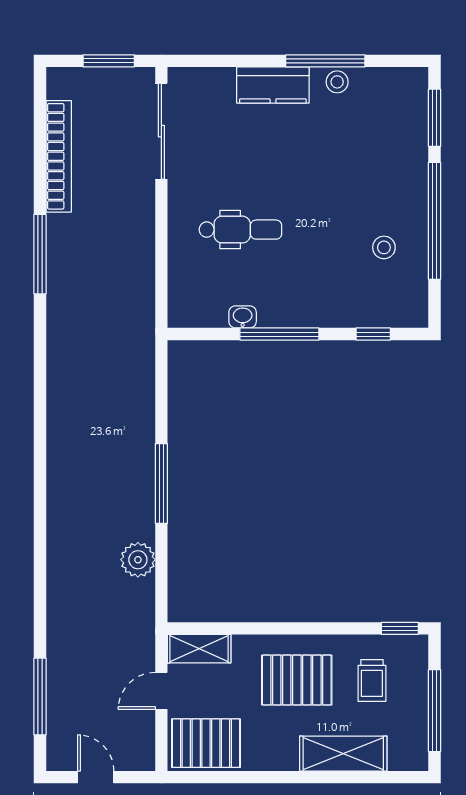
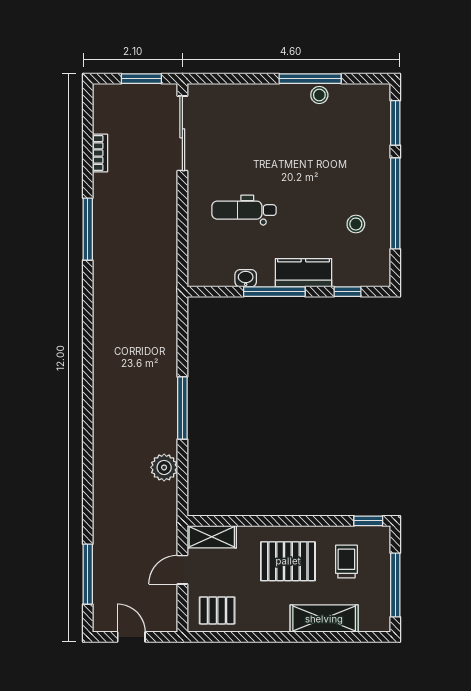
kitchen counter: (273, 85) -> (303, 273), moved, turned 180
bookcase: (59, 156) -> (100, 153), width x0.43, depth x0.76
dental chair: (240, 230) -> (244, 210), turned 180
trolley: (372, 680) -> (346, 562), turned 180
pallet: (206, 743) -> (217, 610), width x0.67, depth x0.71

